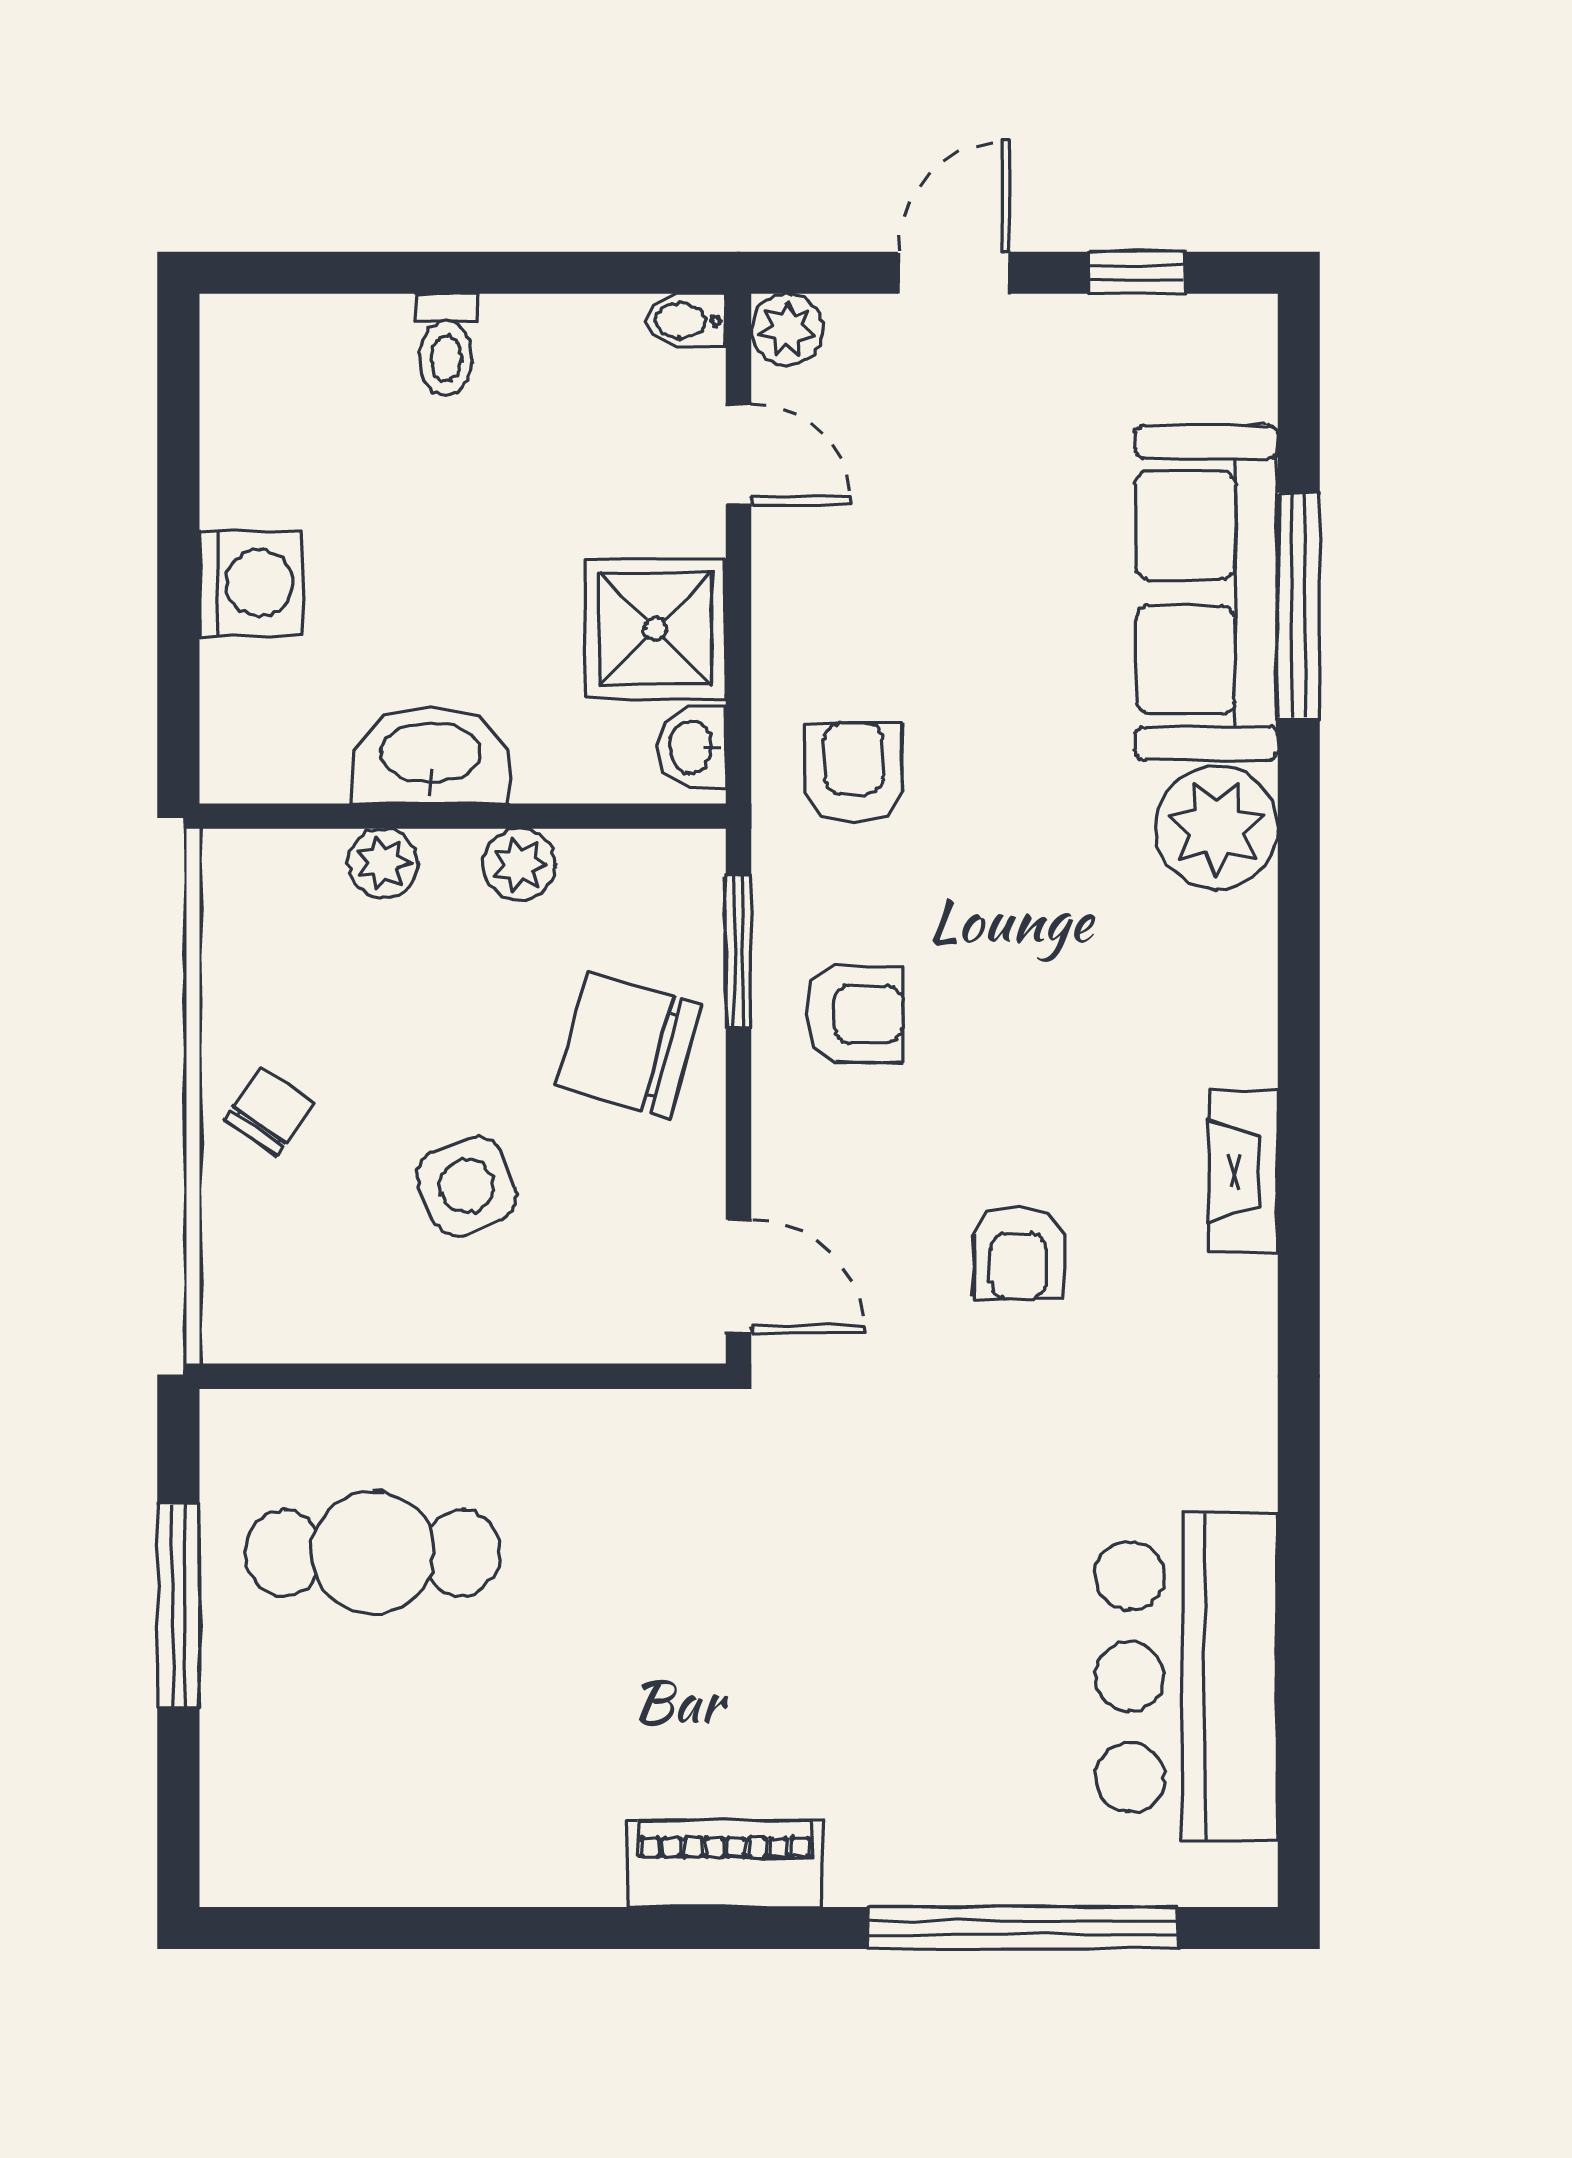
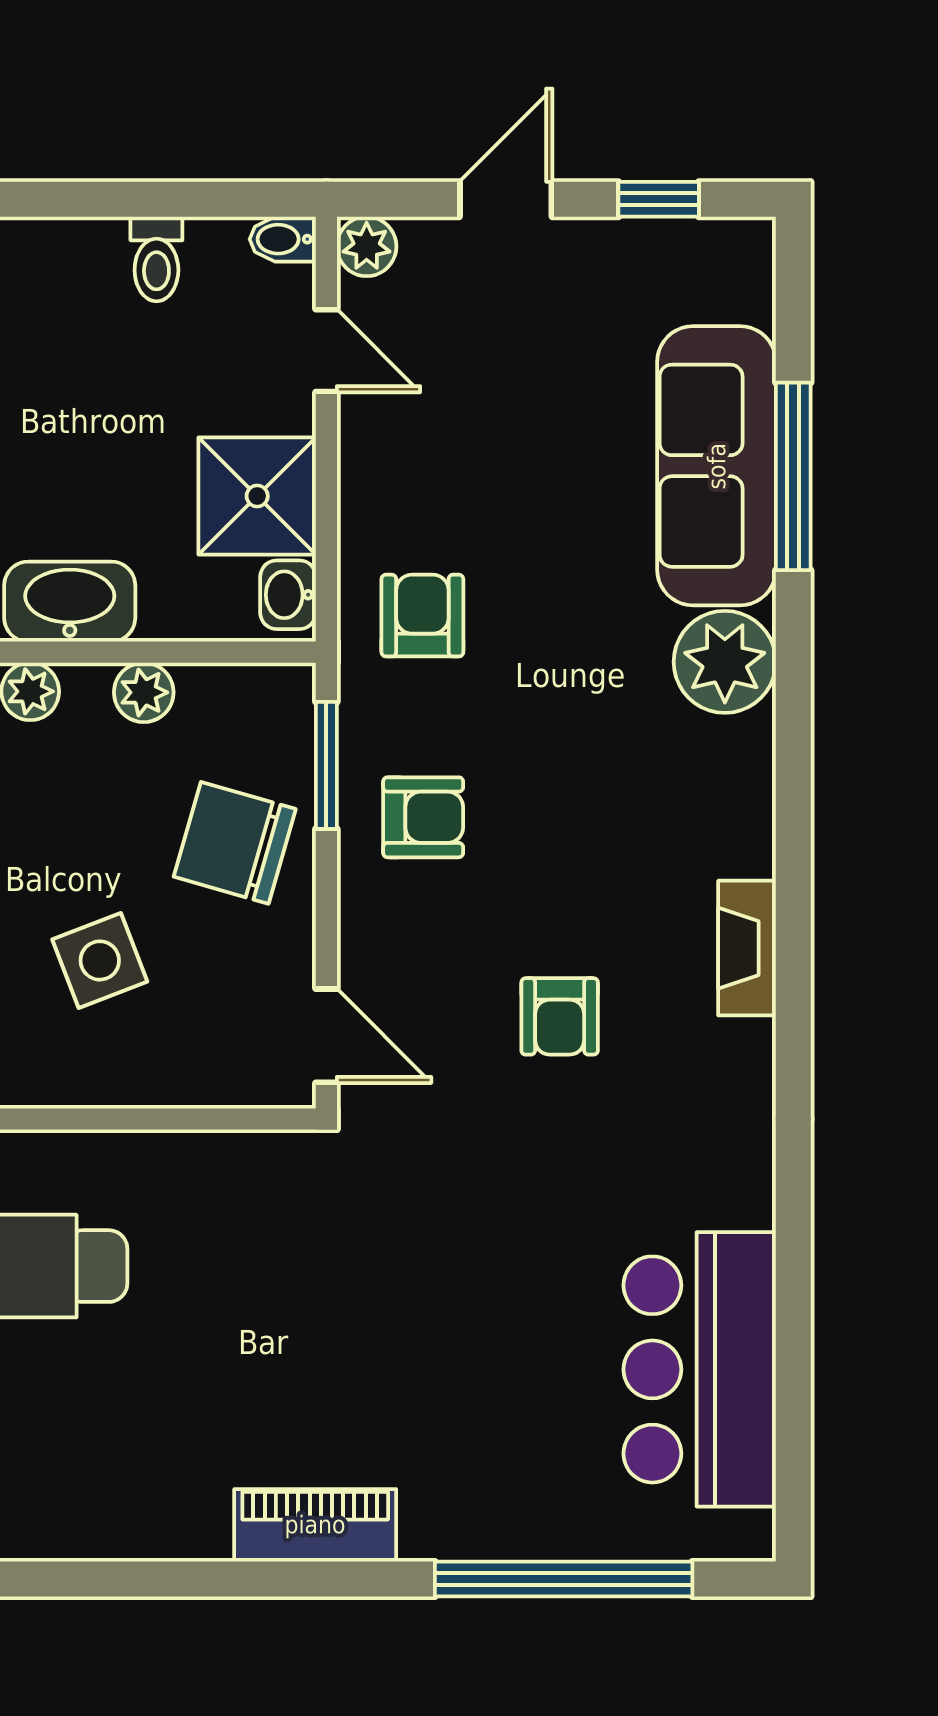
toilet: (446, 344) -> (156, 259), moved

